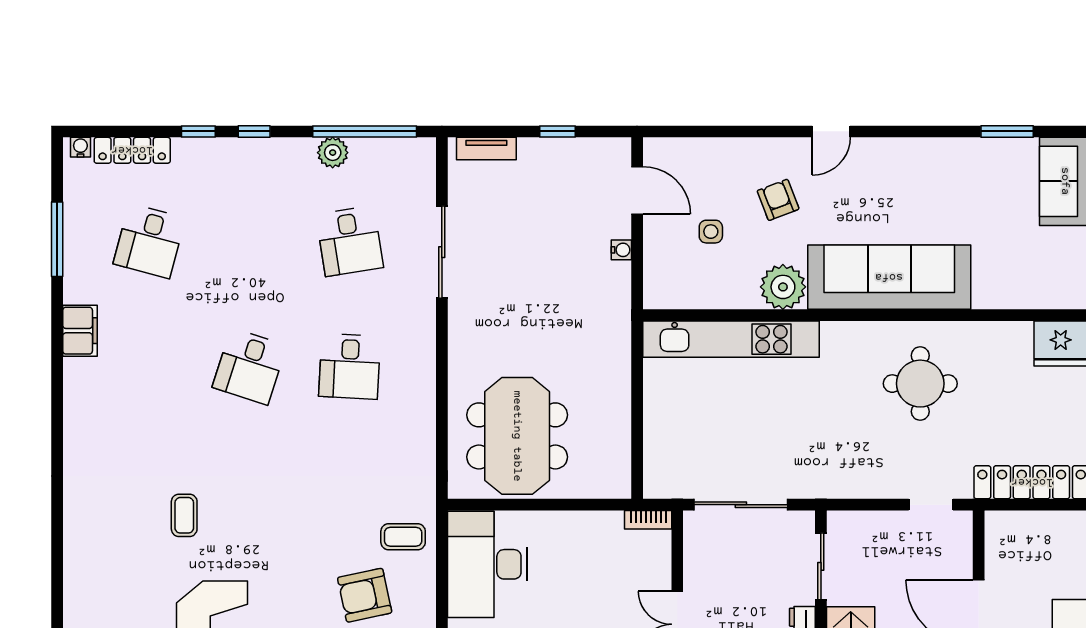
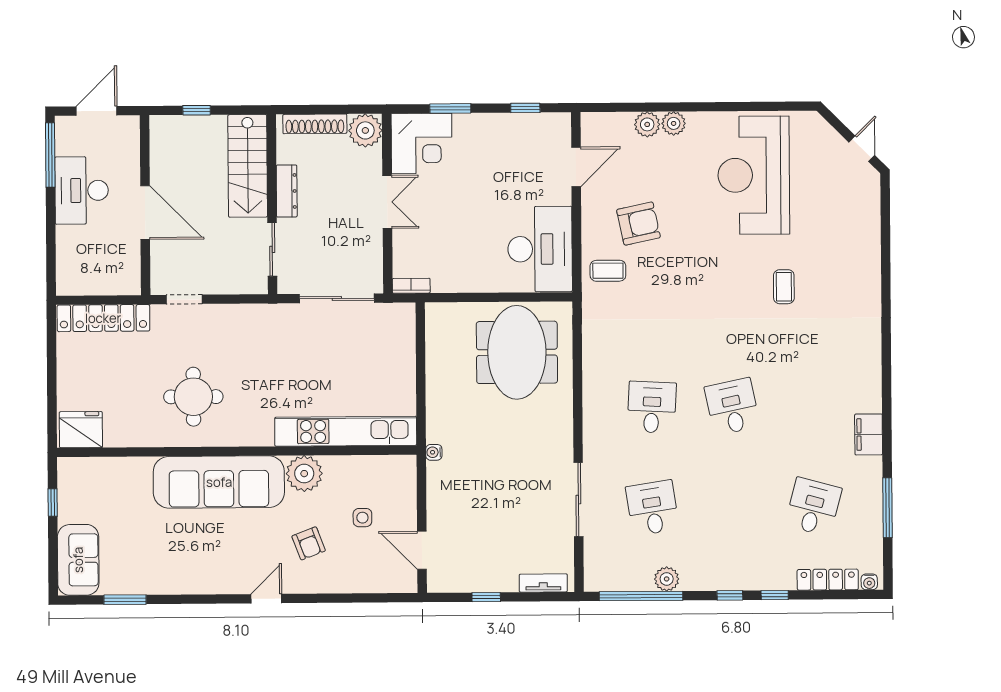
water cooler: (621, 250) -> (434, 452), moved
desk: (250, 366) -> (732, 407), turned -30

